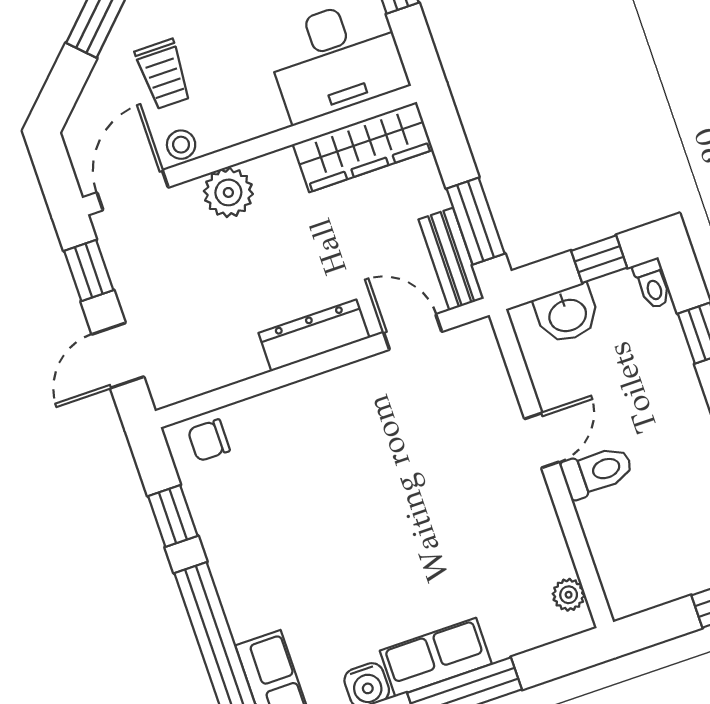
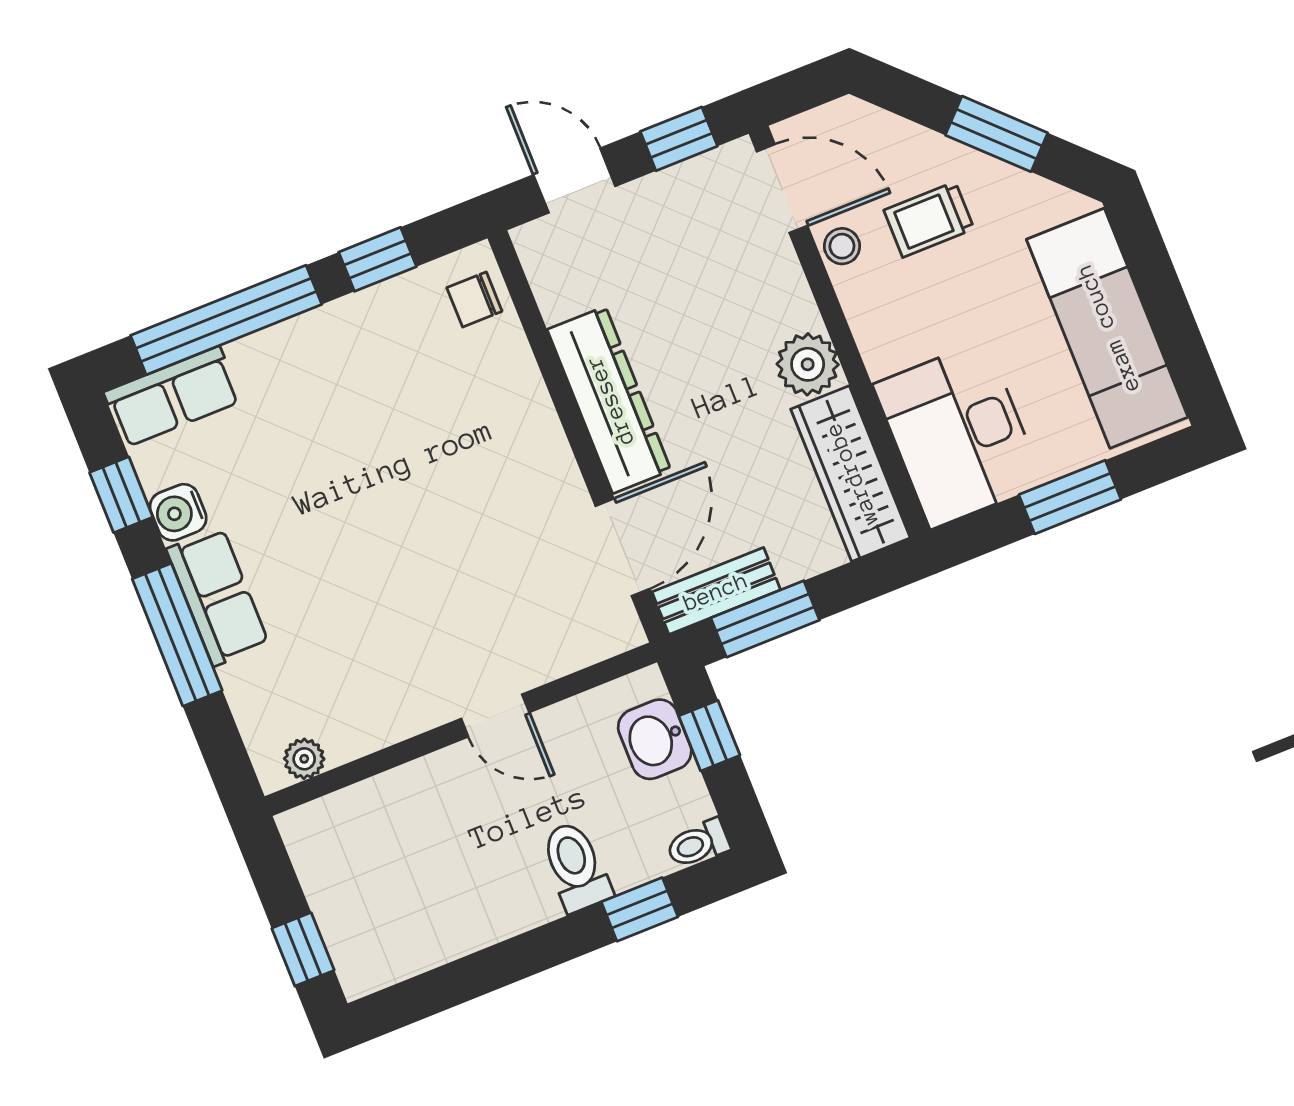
plant: (228, 192) -> (808, 364), moved
window: (599, 259) -> (709, 736), moved
door: (413, 332) -> (623, 547), width x1.38
dresser: (314, 335) -> (609, 400), width x1.37, depth x1.24
chair: (209, 440) -> (474, 299), turned -90
toilet: (597, 472) -> (576, 866), moved, turned 180

